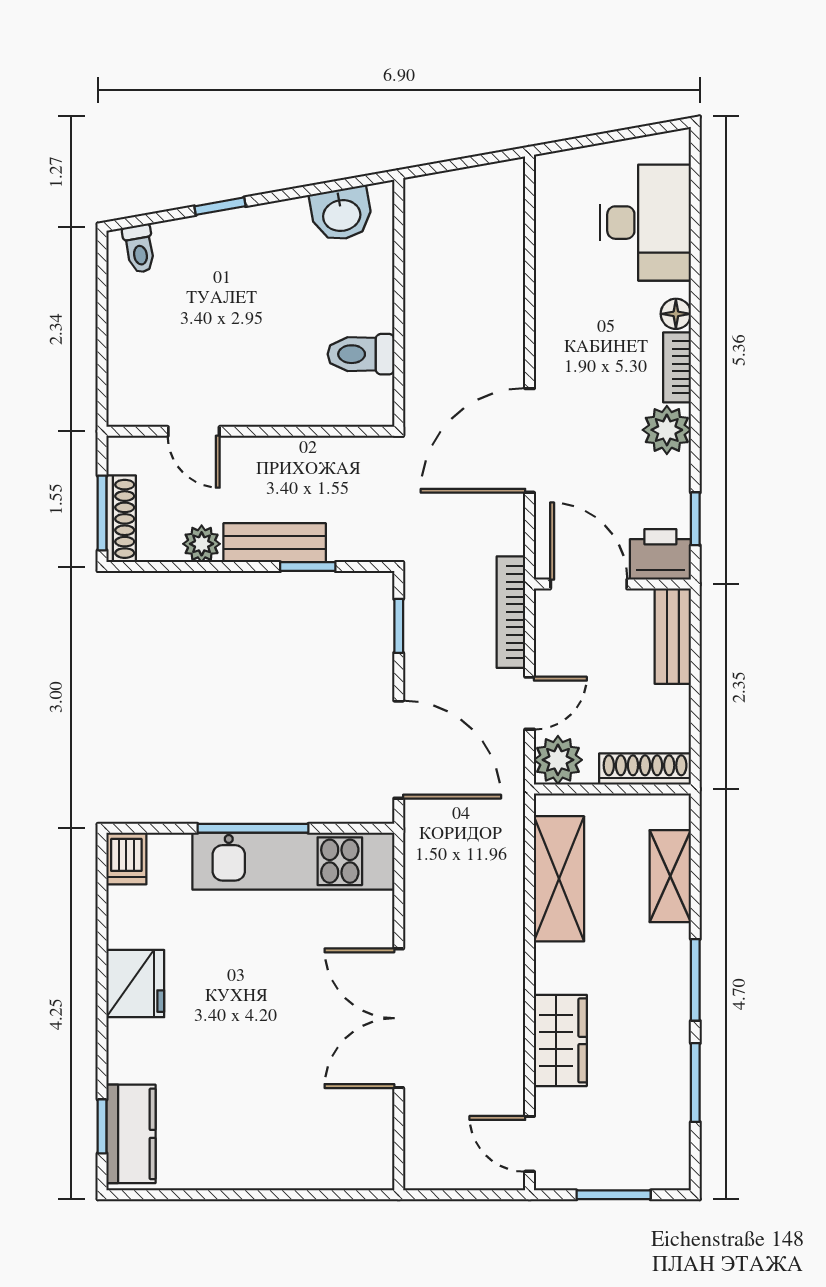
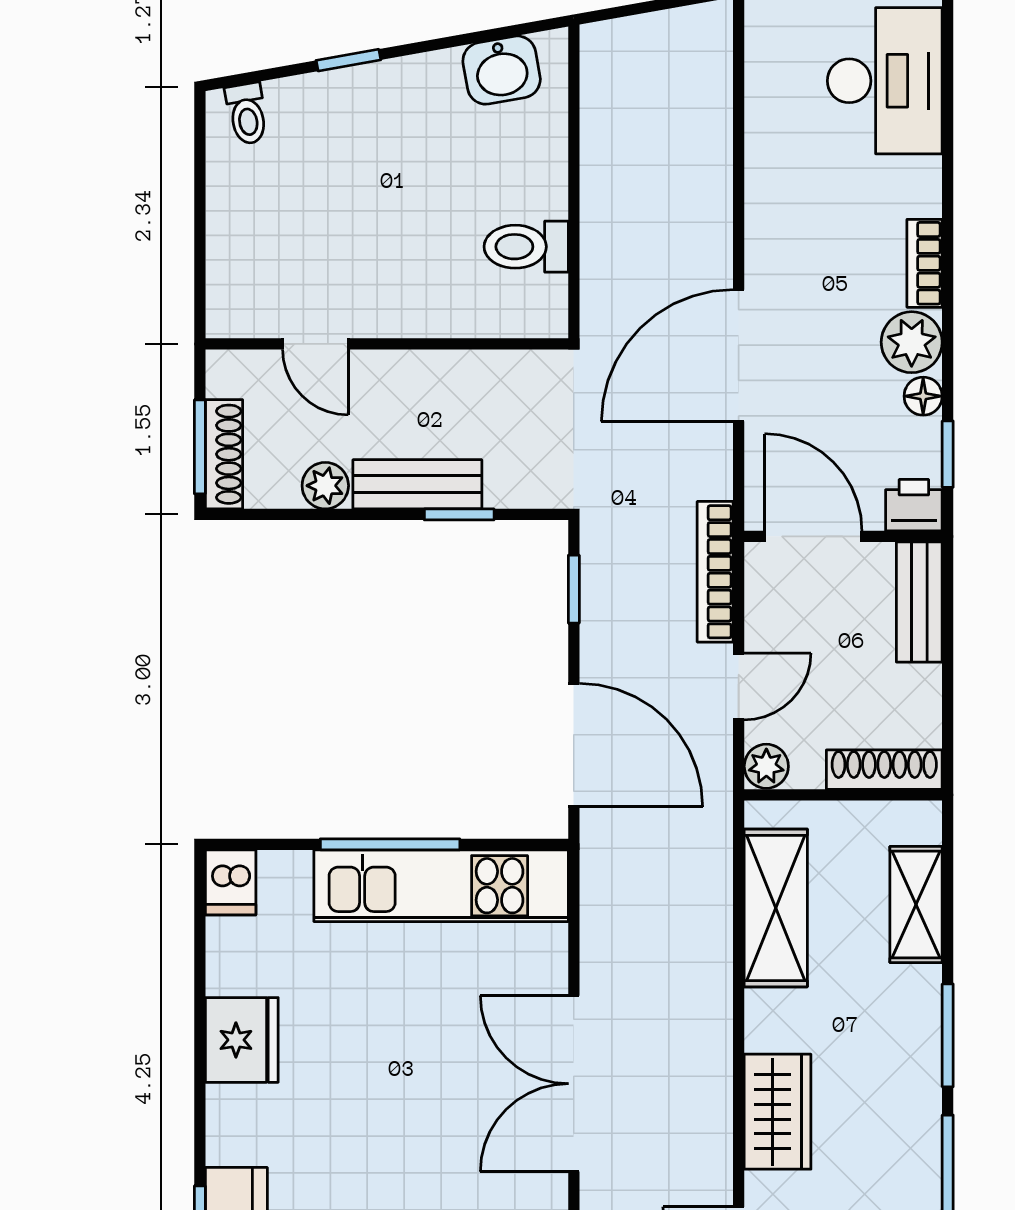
floor lamp: (676, 314) -> (923, 396), moved
printer: (660, 554) -> (914, 505), width x0.73, depth x0.81
plant: (558, 760) -> (766, 766), width x0.73, depth x0.73

